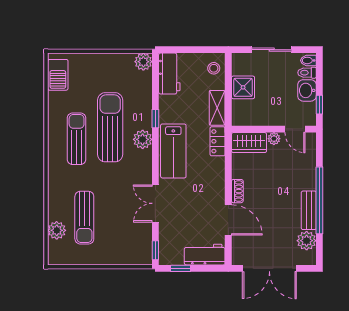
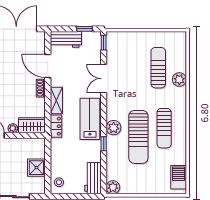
shelving: (217, 108) -> (56, 101), moved
double door: (155, 203) -> (104, 79), swing flipped
plant: (57, 230) -> (179, 80), moved

